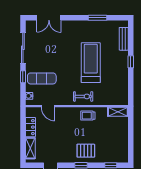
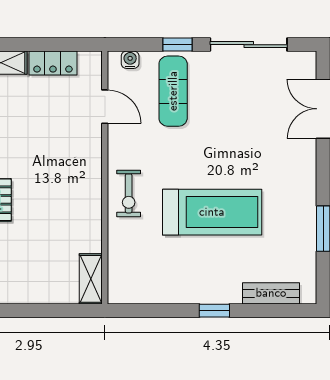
door: (48, 106) -> (105, 107), swing flipped
trolley: (88, 116) -> (81, 205), removed

